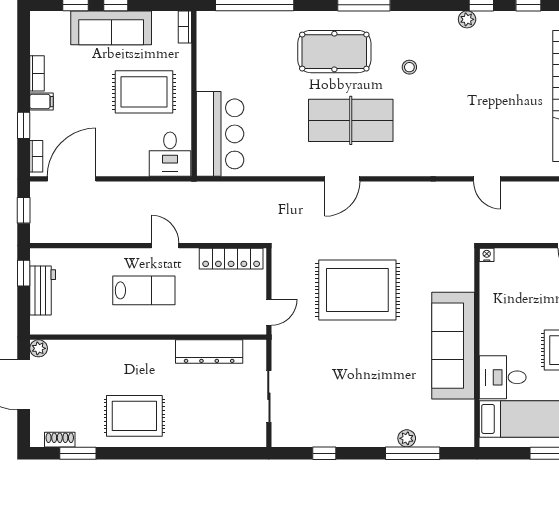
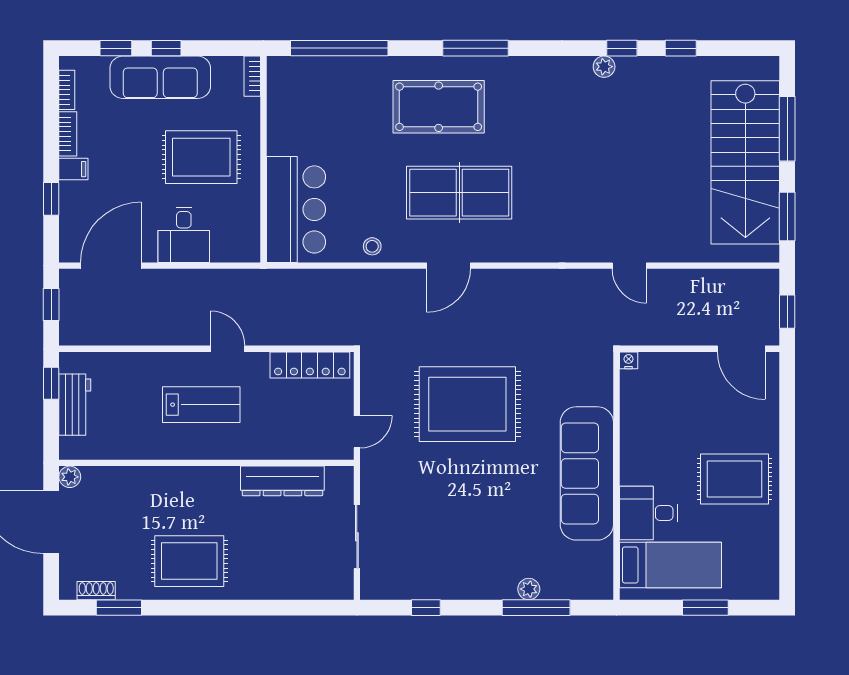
stool: (409, 67) -> (372, 246), moved
desk: (170, 154) -> (184, 235), moved
bookcase: (36, 156) -> (67, 90), moved

